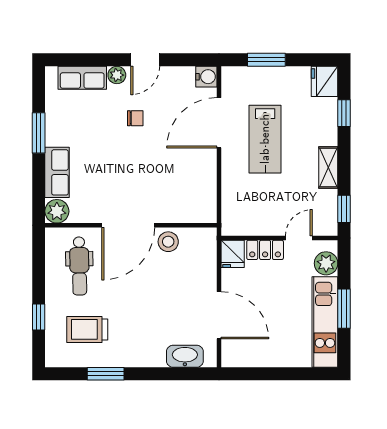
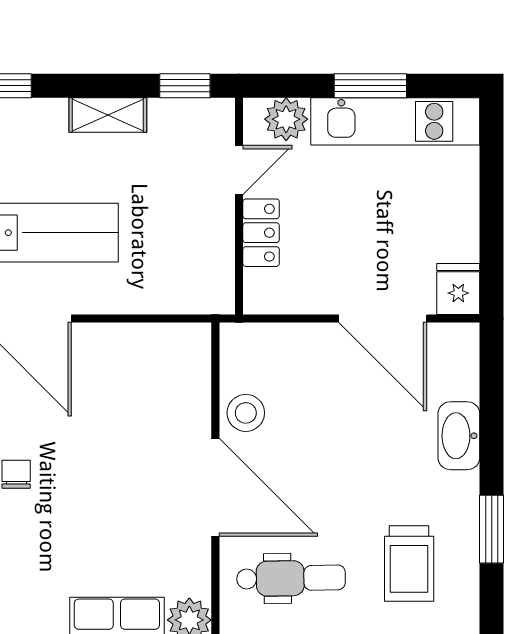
door: (299, 238) -> (239, 170), swing flipped
fridge: (233, 254) -> (458, 289), moved, turned -90
door: (219, 315) -> (383, 319), swing flipped
washbasin: (185, 356) -> (459, 436), moved

